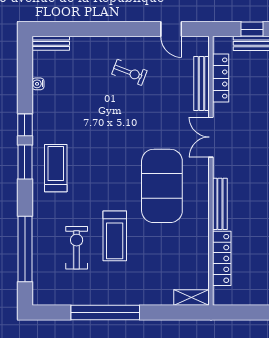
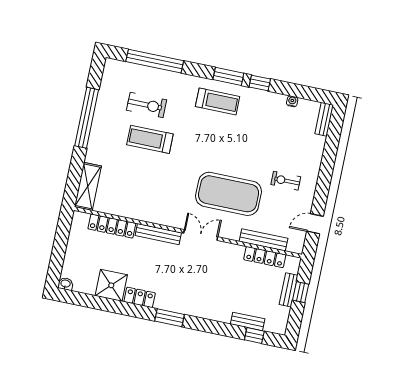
exercise bike: (129, 72) -> (286, 181), turned 69
double door: (211, 137) -> (201, 235), moved
exercise mat: (162, 186) -> (229, 194), moved
shelving: (191, 298) -> (88, 186), width x1.50, depth x1.33

